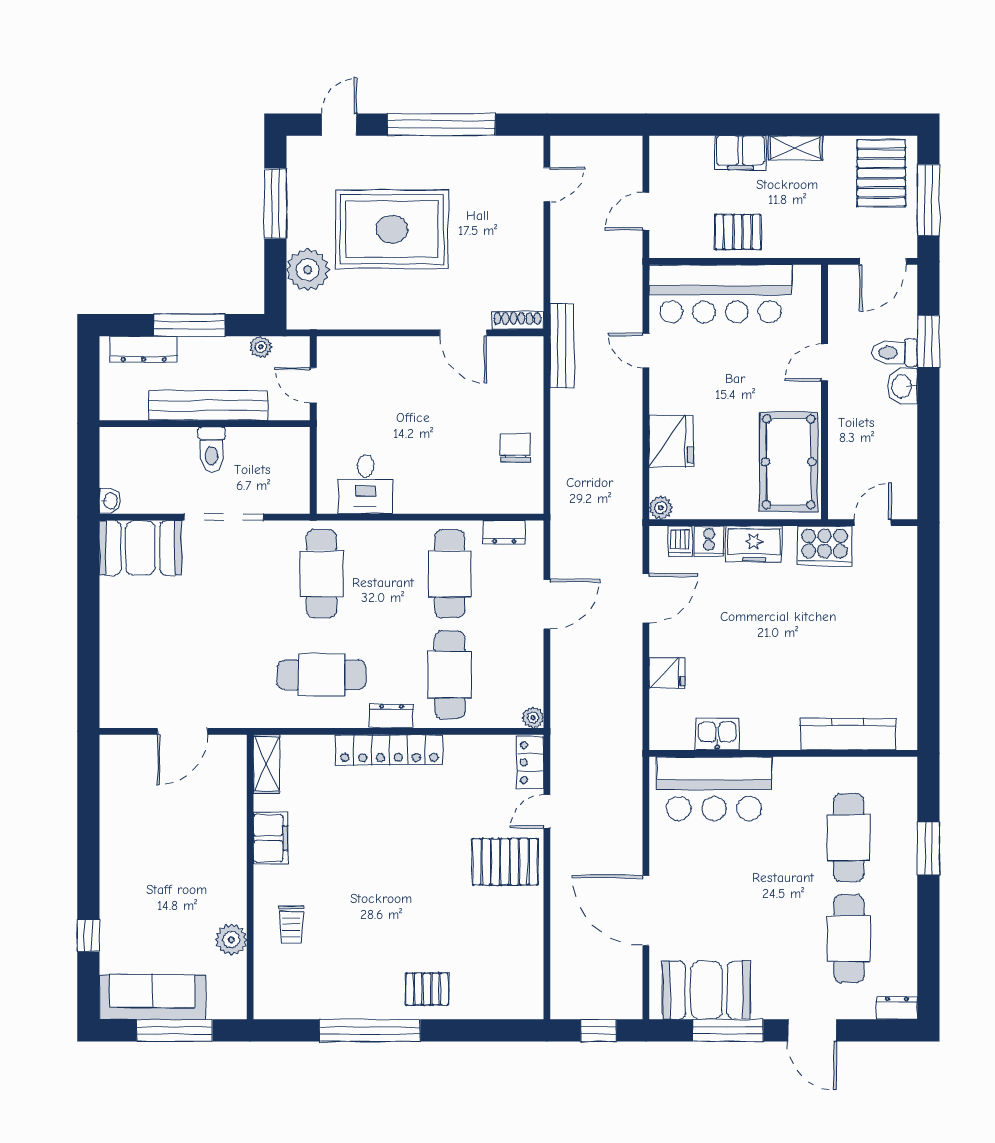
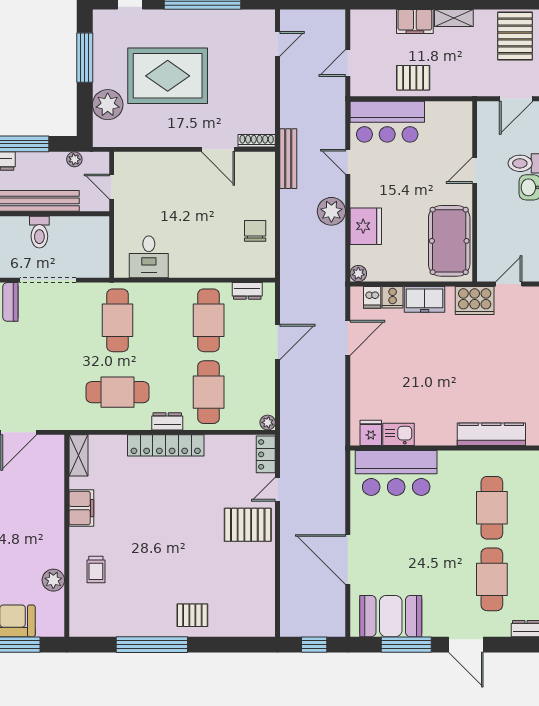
bar counter: (720, 294) -> (387, 122), width x0.73
plant: (623, 420) -> (331, 211), added
fridge: (667, 673) -> (371, 433), moved, turned -90

